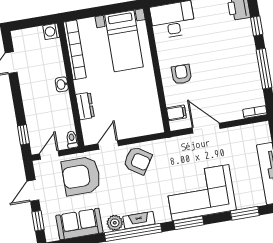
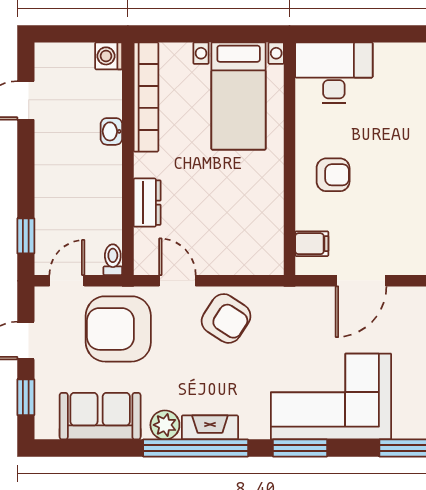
armchair: (182, 74) -> (333, 175), turned 90
washbasin: (62, 84) -> (111, 131), moved
door: (206, 128) -> (361, 281), swing flipped
door: (108, 145) -> (177, 281), hinge flipped

